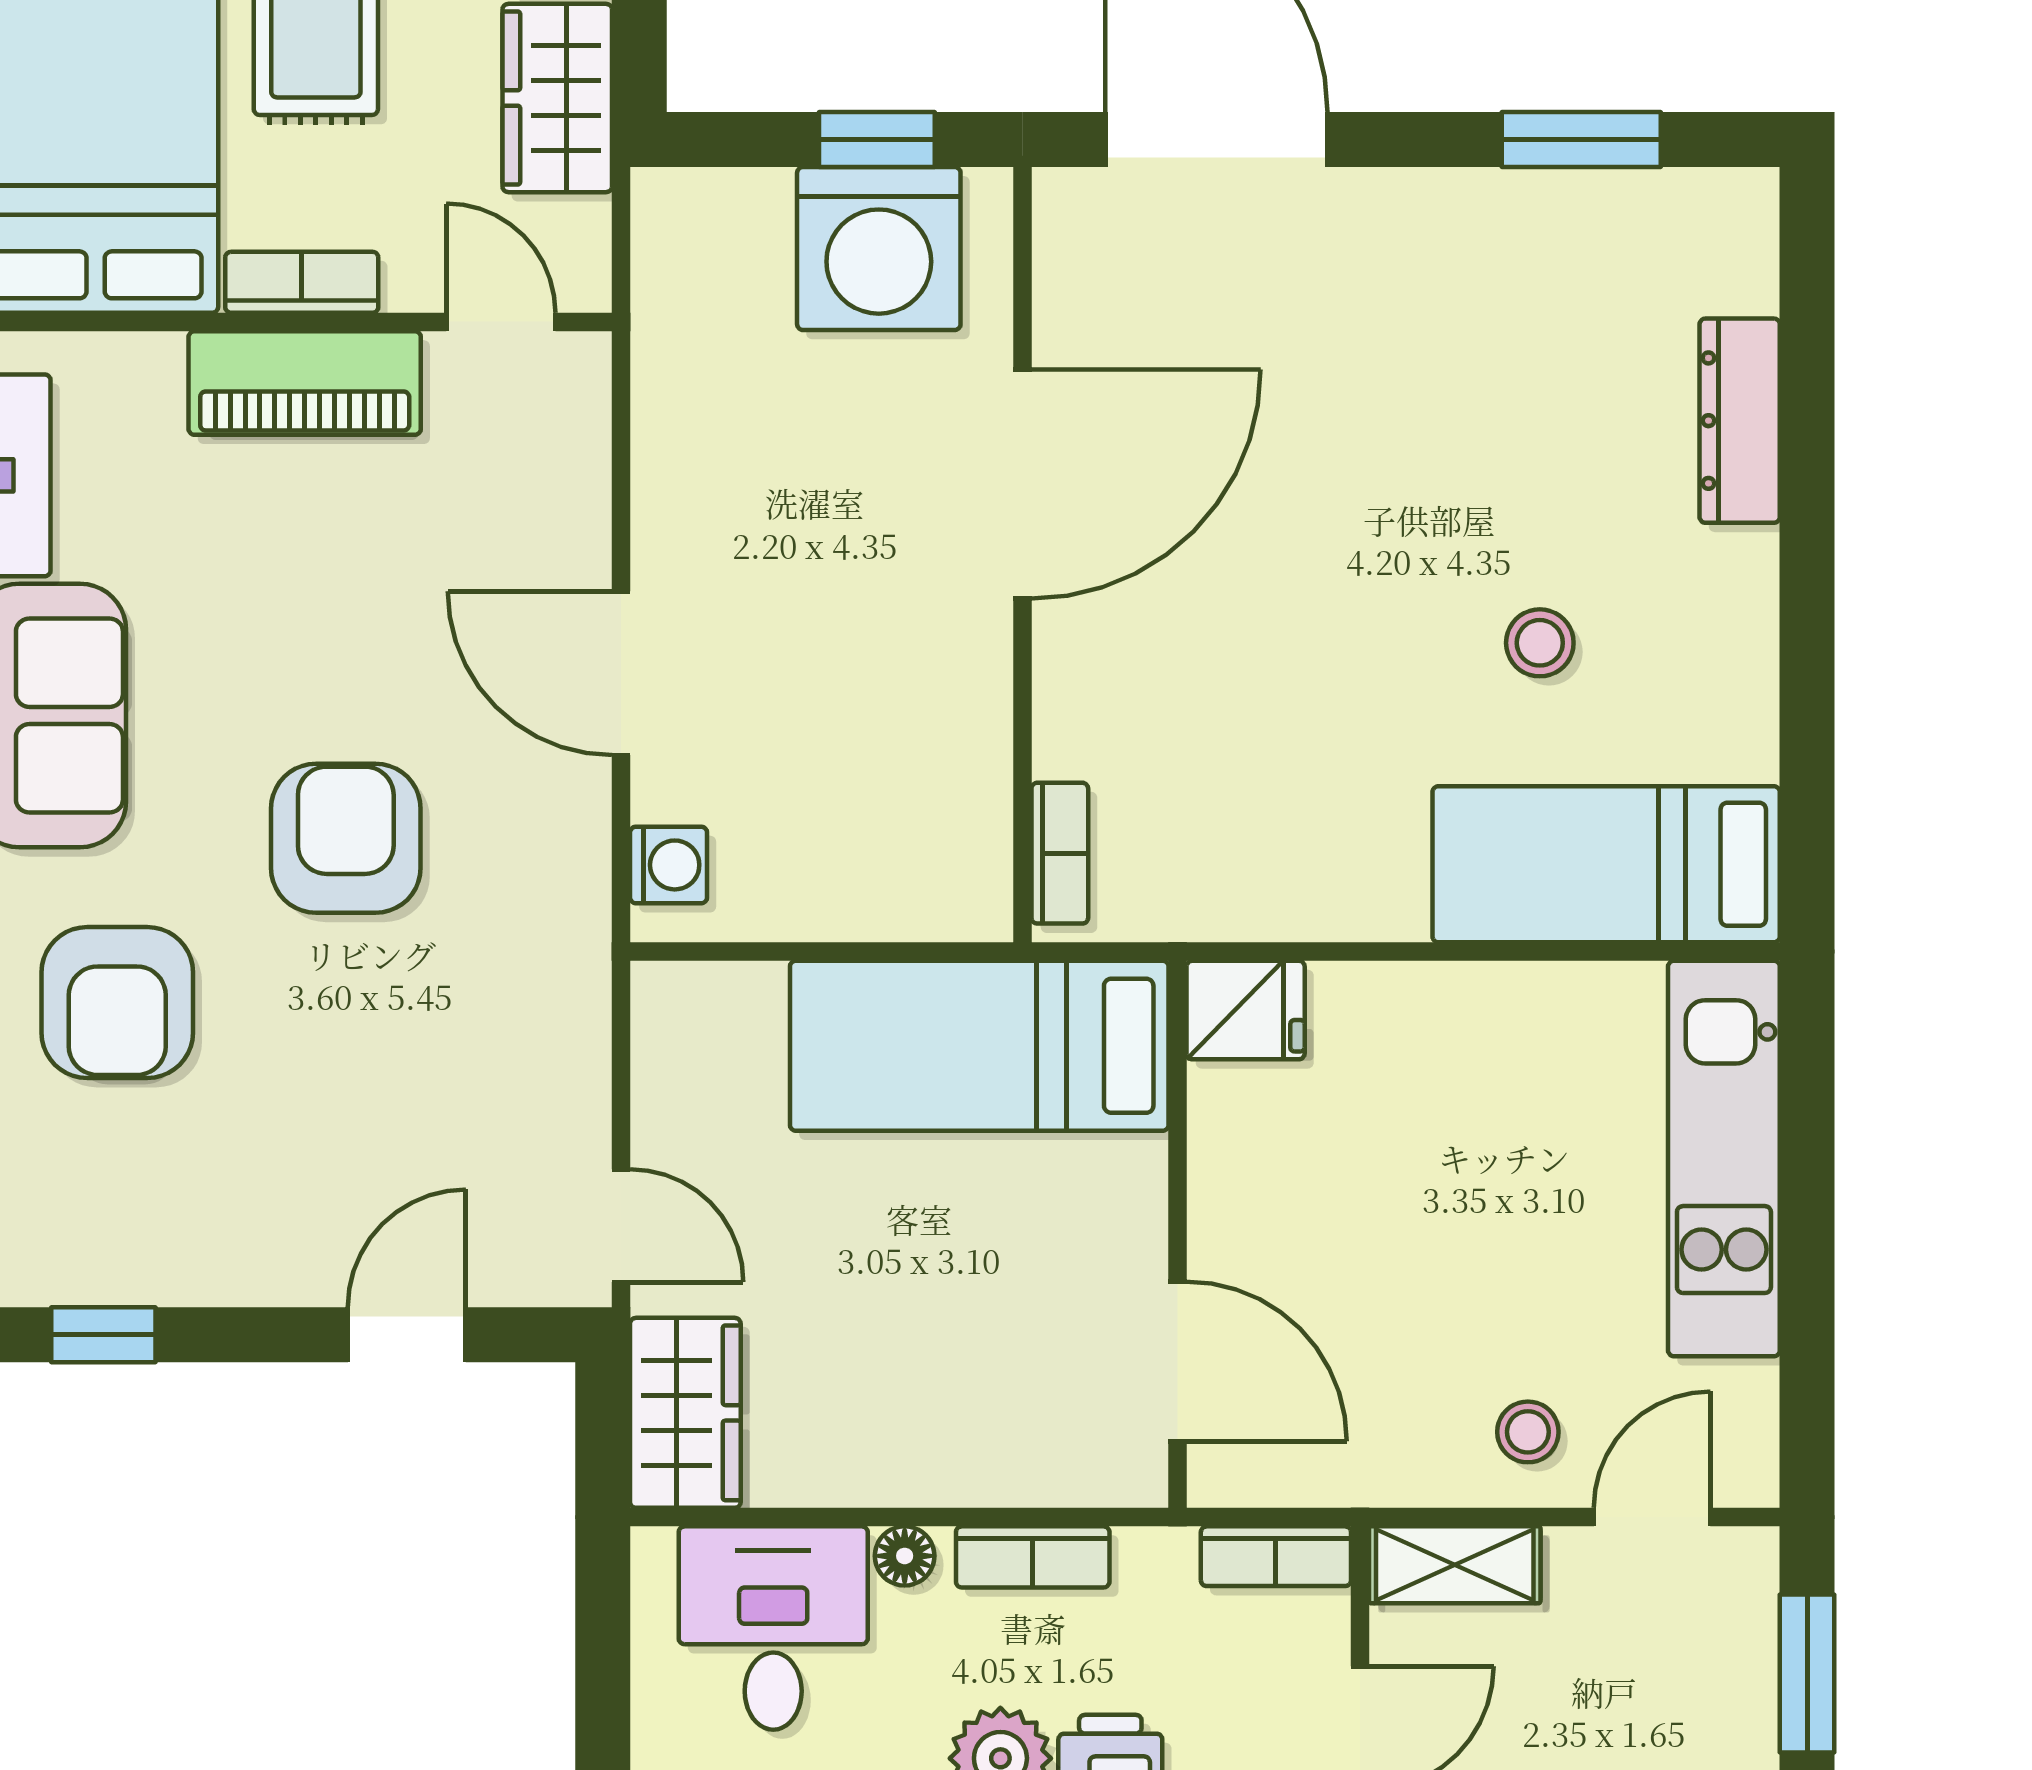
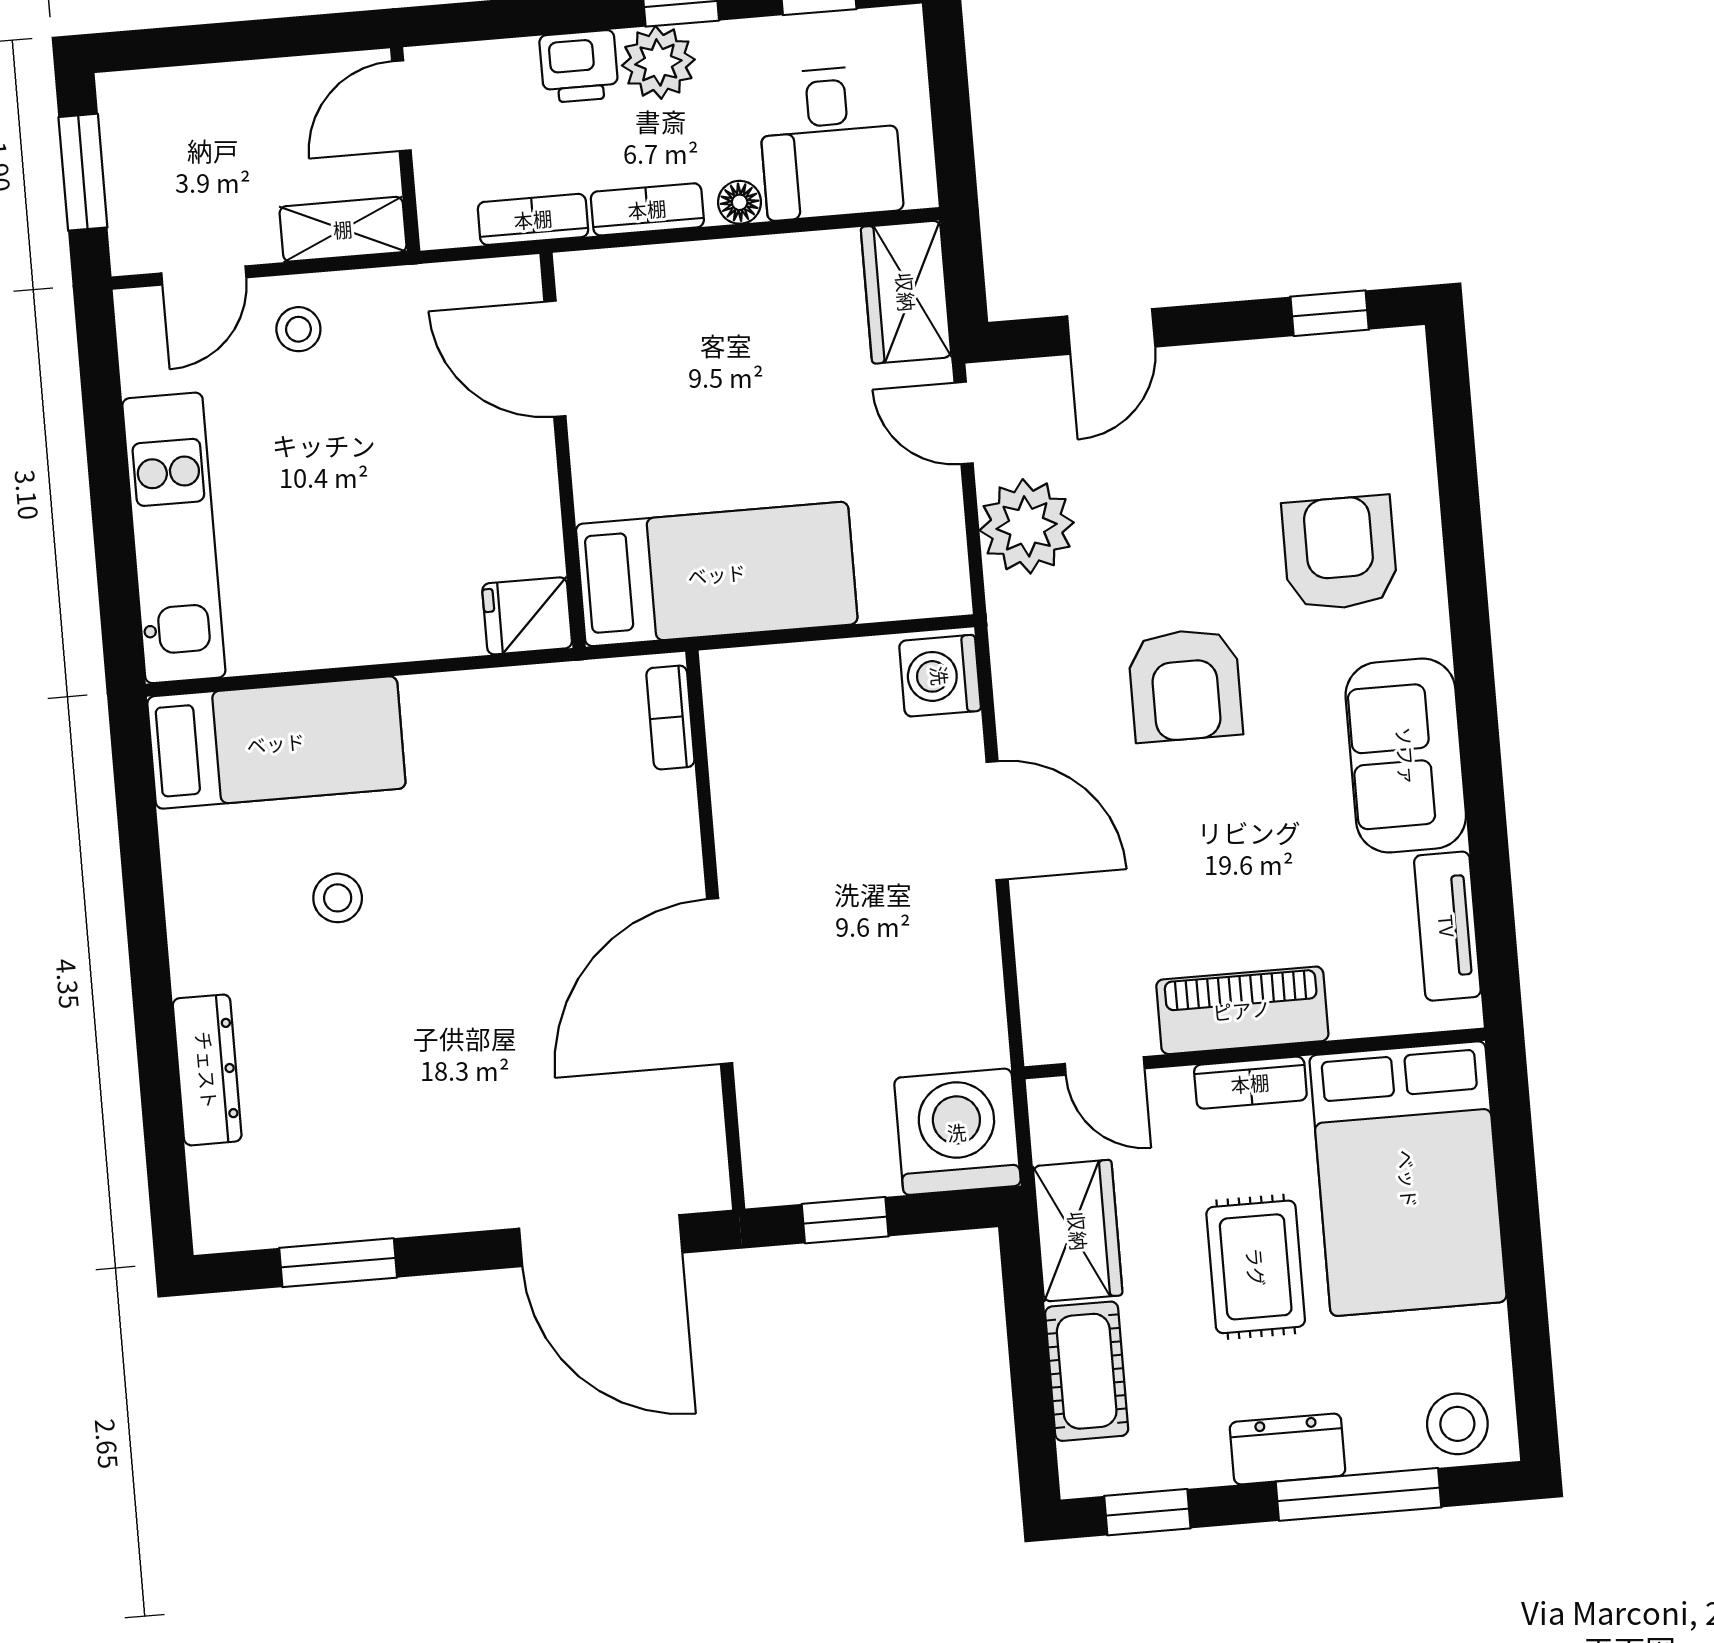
washing machine: (879, 248) -> (957, 1132), moved
washing machine: (669, 865) -> (940, 676), width x1.38, depth x1.38
plant: (546, 1076) -> (1027, 526), added
bookcase: (1276, 1556) -> (533, 219), moved

